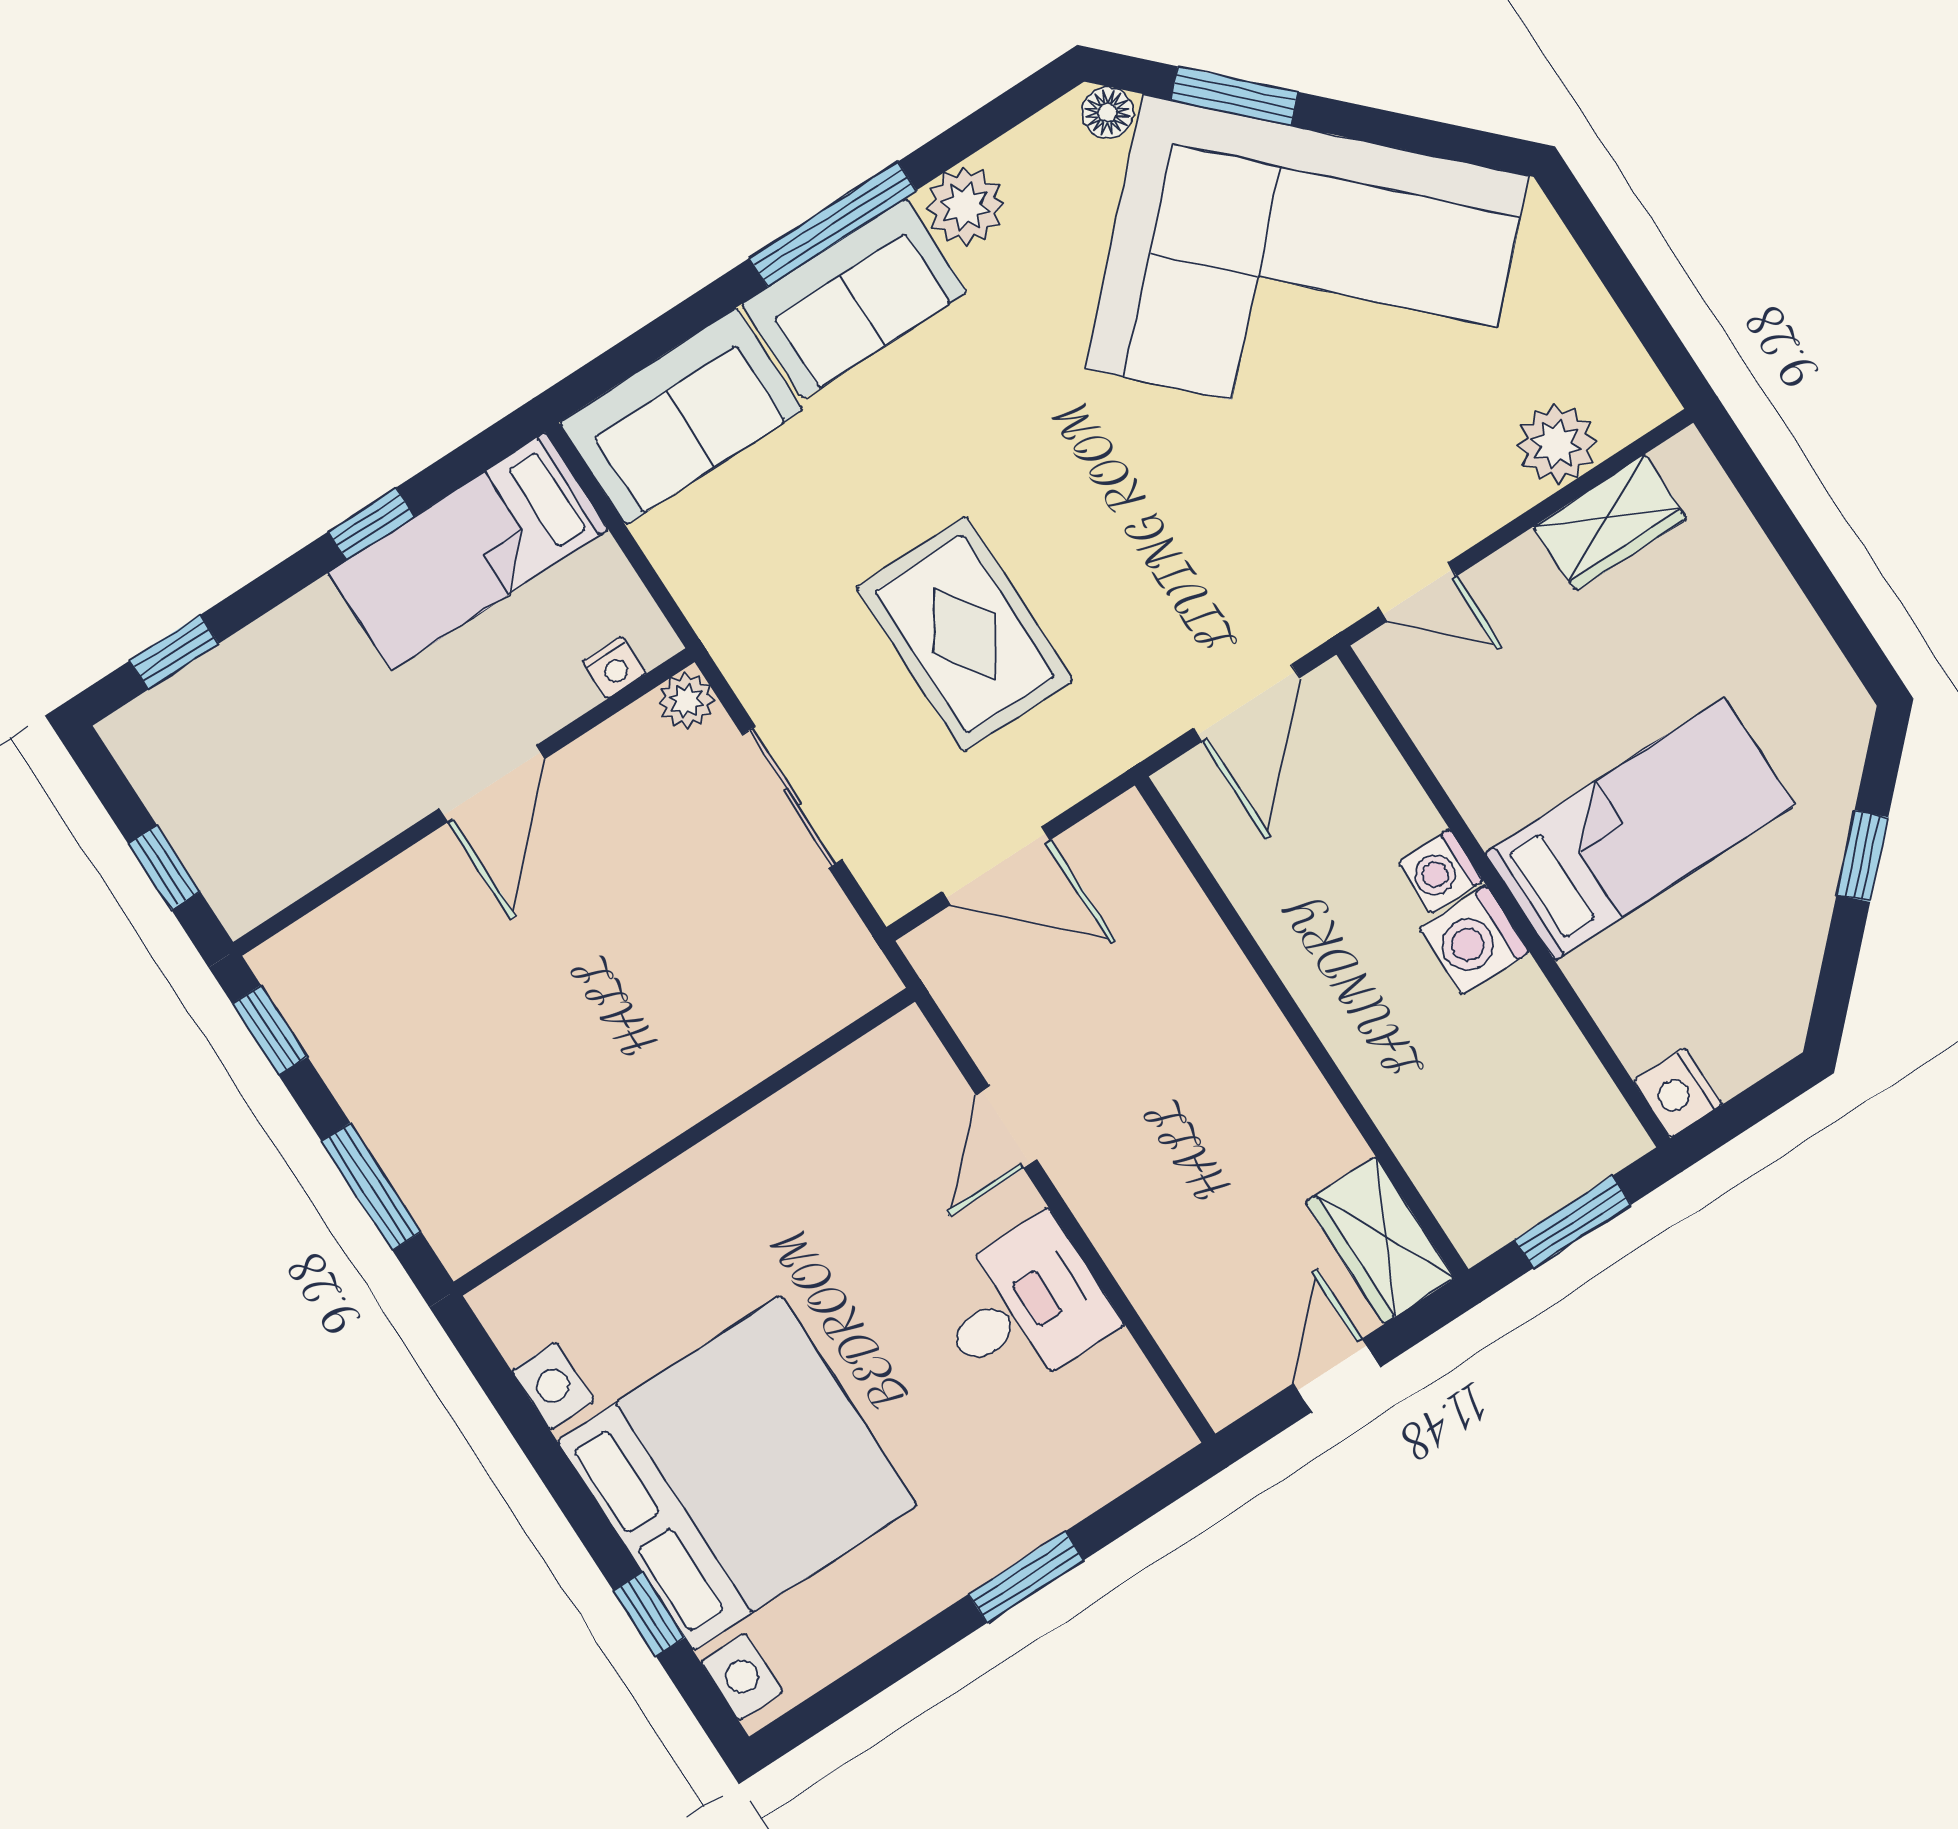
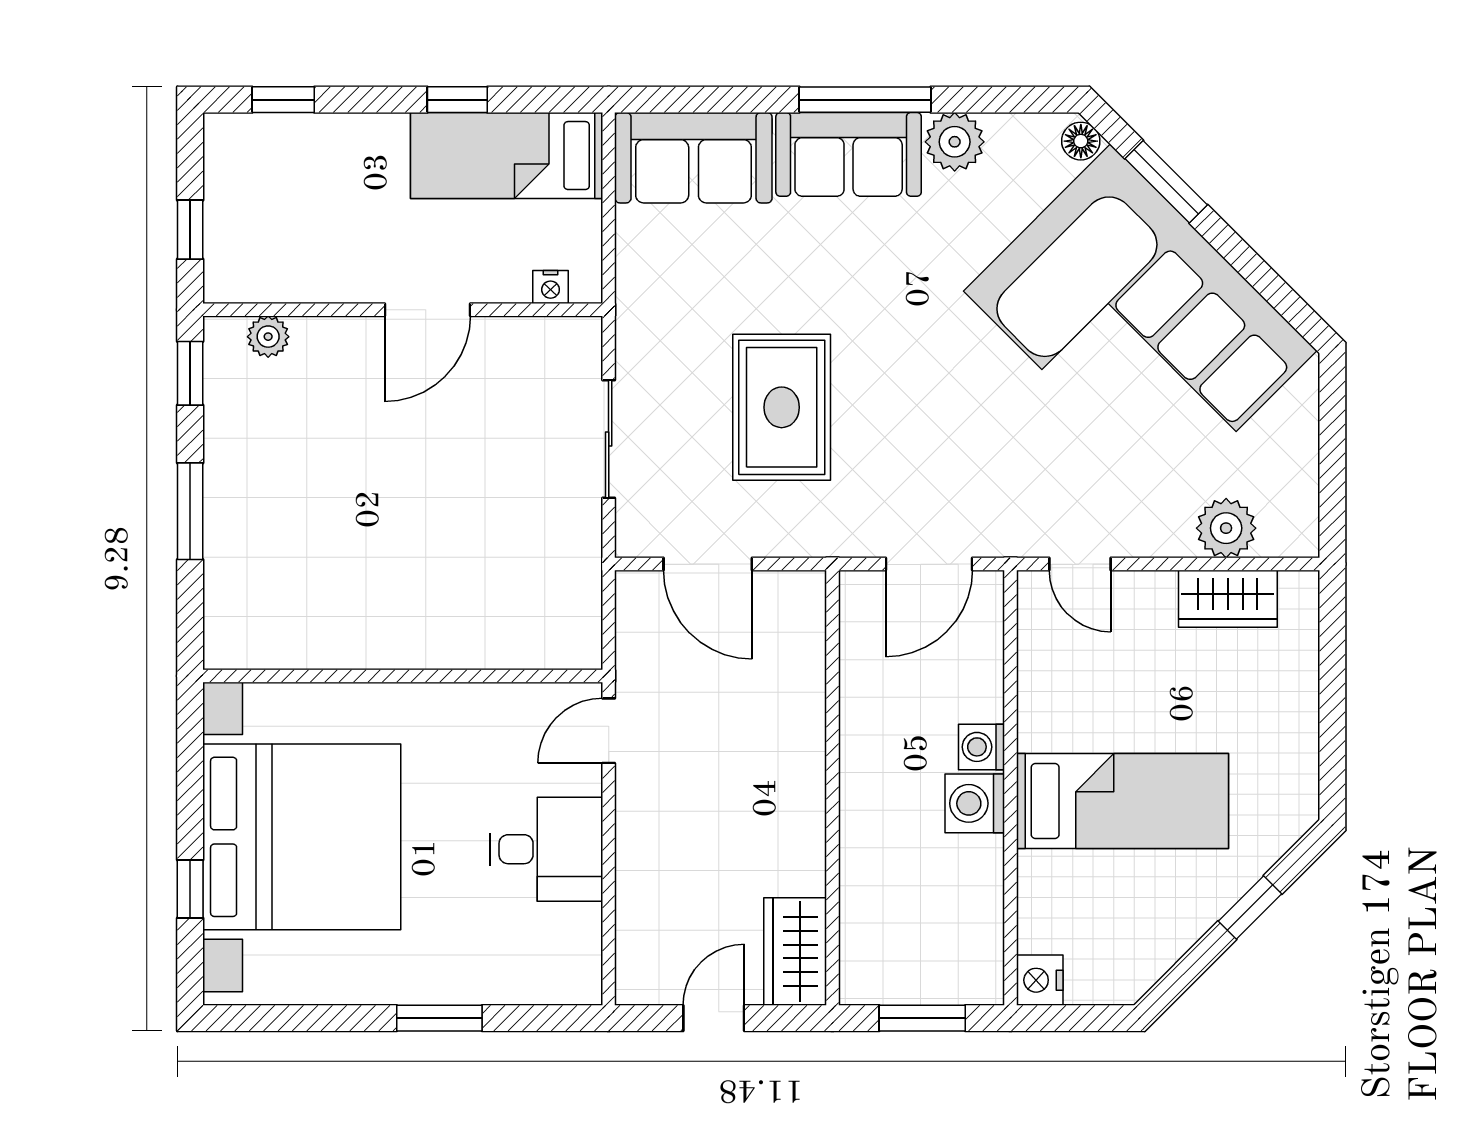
plant: (686, 701) -> (268, 337), moved
wall: (684, 1142) -> (403, 676), moved

